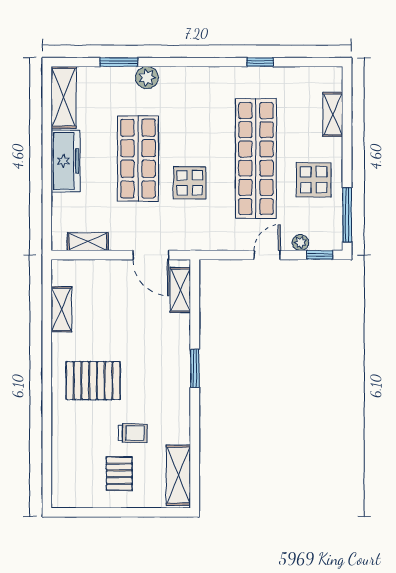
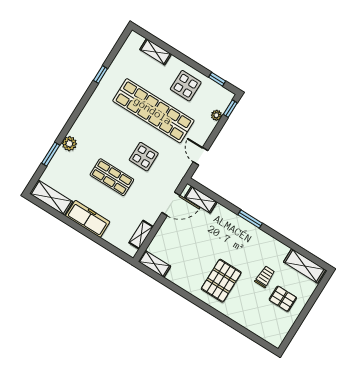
shop shelf: (138, 159) -> (112, 177), width x0.70, depth x0.74
window: (347, 215) -> (217, 79), width x0.46
door: (267, 255) -> (201, 156), moved
shelving: (61, 309) -> (154, 264), moved

